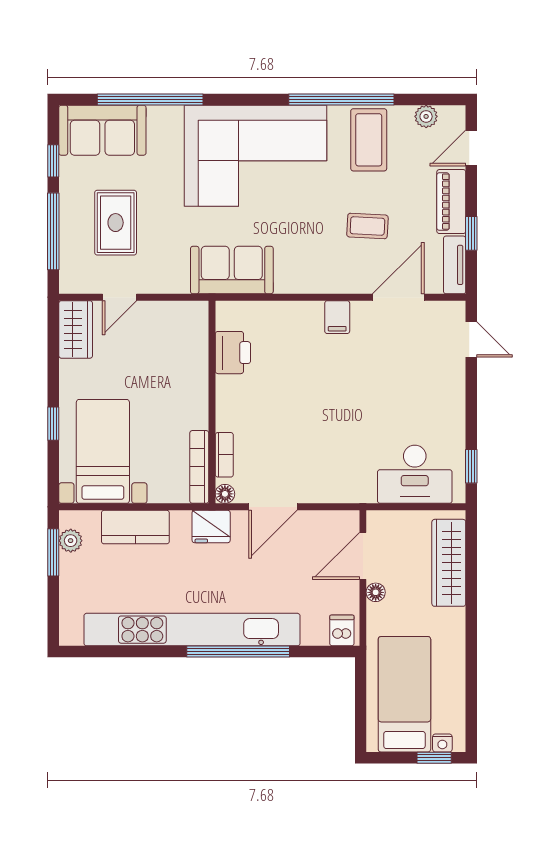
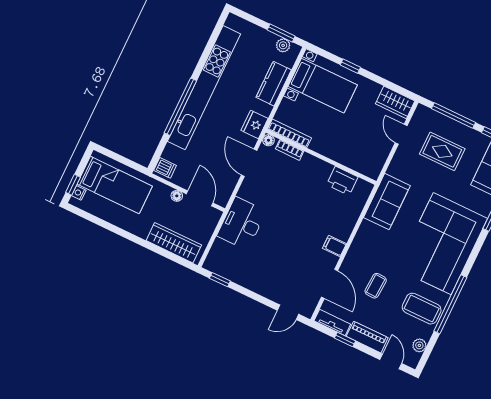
desk: (415, 474) -> (242, 223), moved

